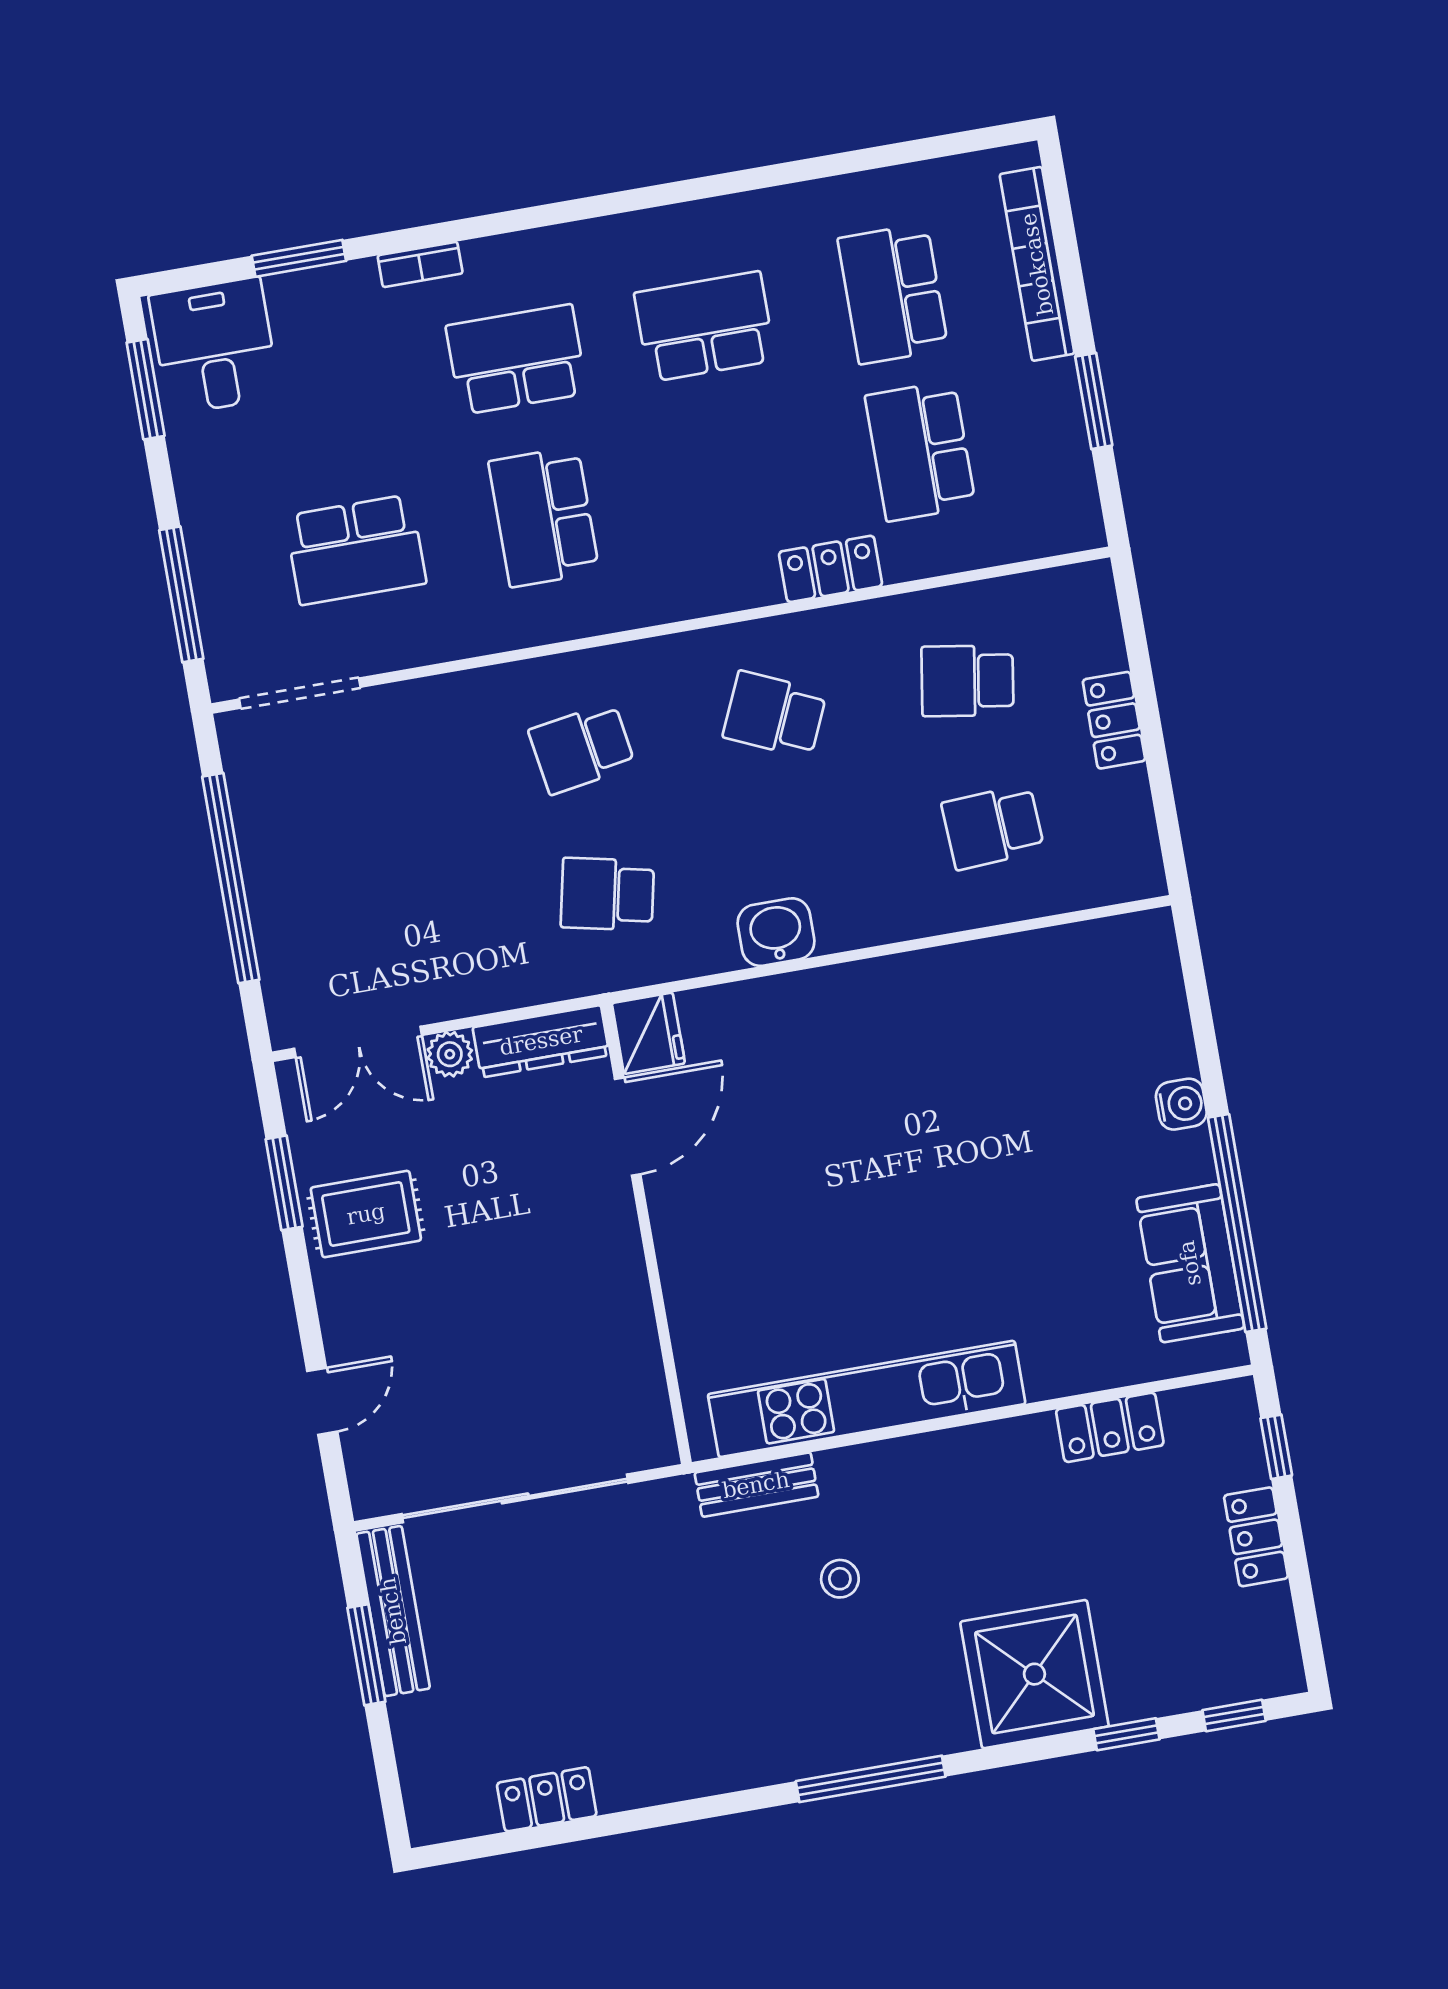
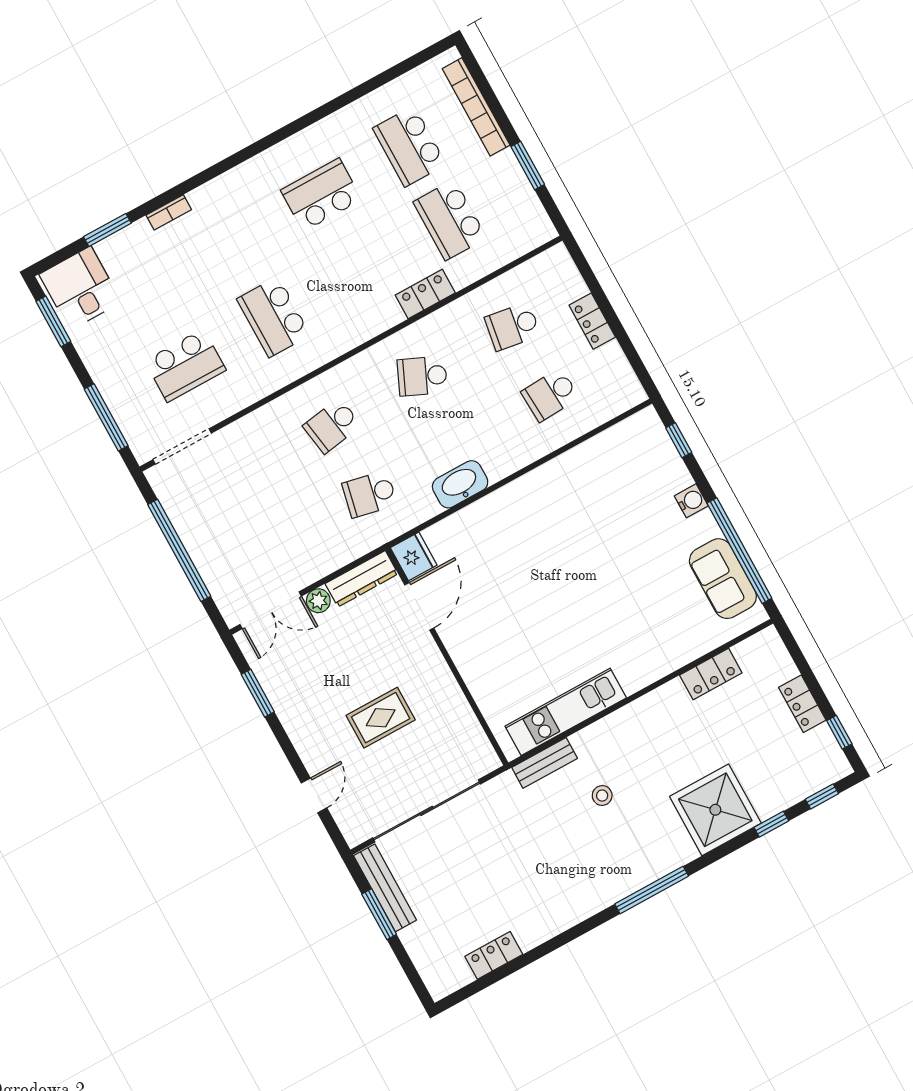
school desk: (516, 360) -> (233, 243), removed
washbasin: (776, 932) -> (460, 484), width x1.38
window: (1196, 987) -> (679, 440), added
rug: (366, 1214) -> (381, 718), moved
kitchen unit: (867, 1399) -> (566, 712), width x0.73
window: (1276, 1447) -> (839, 732), moved

